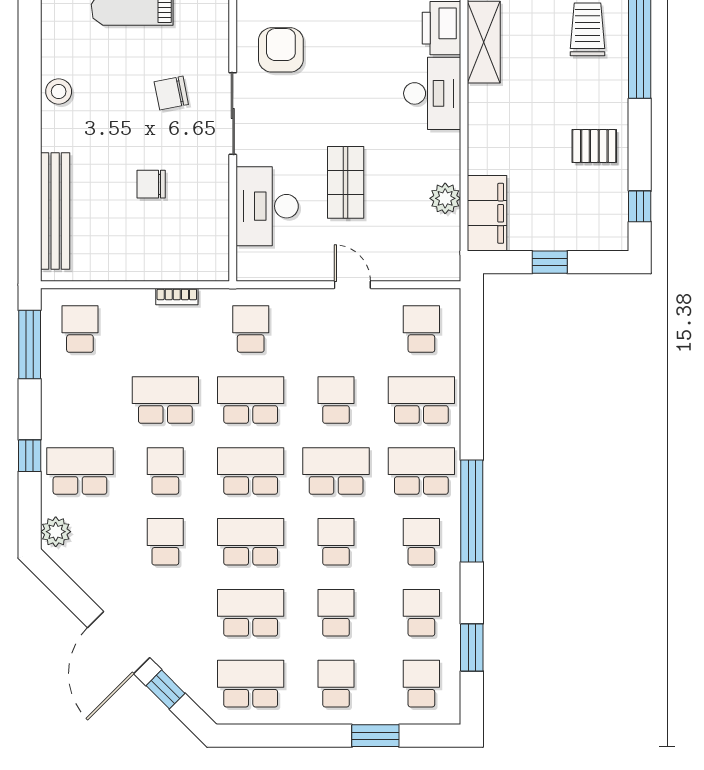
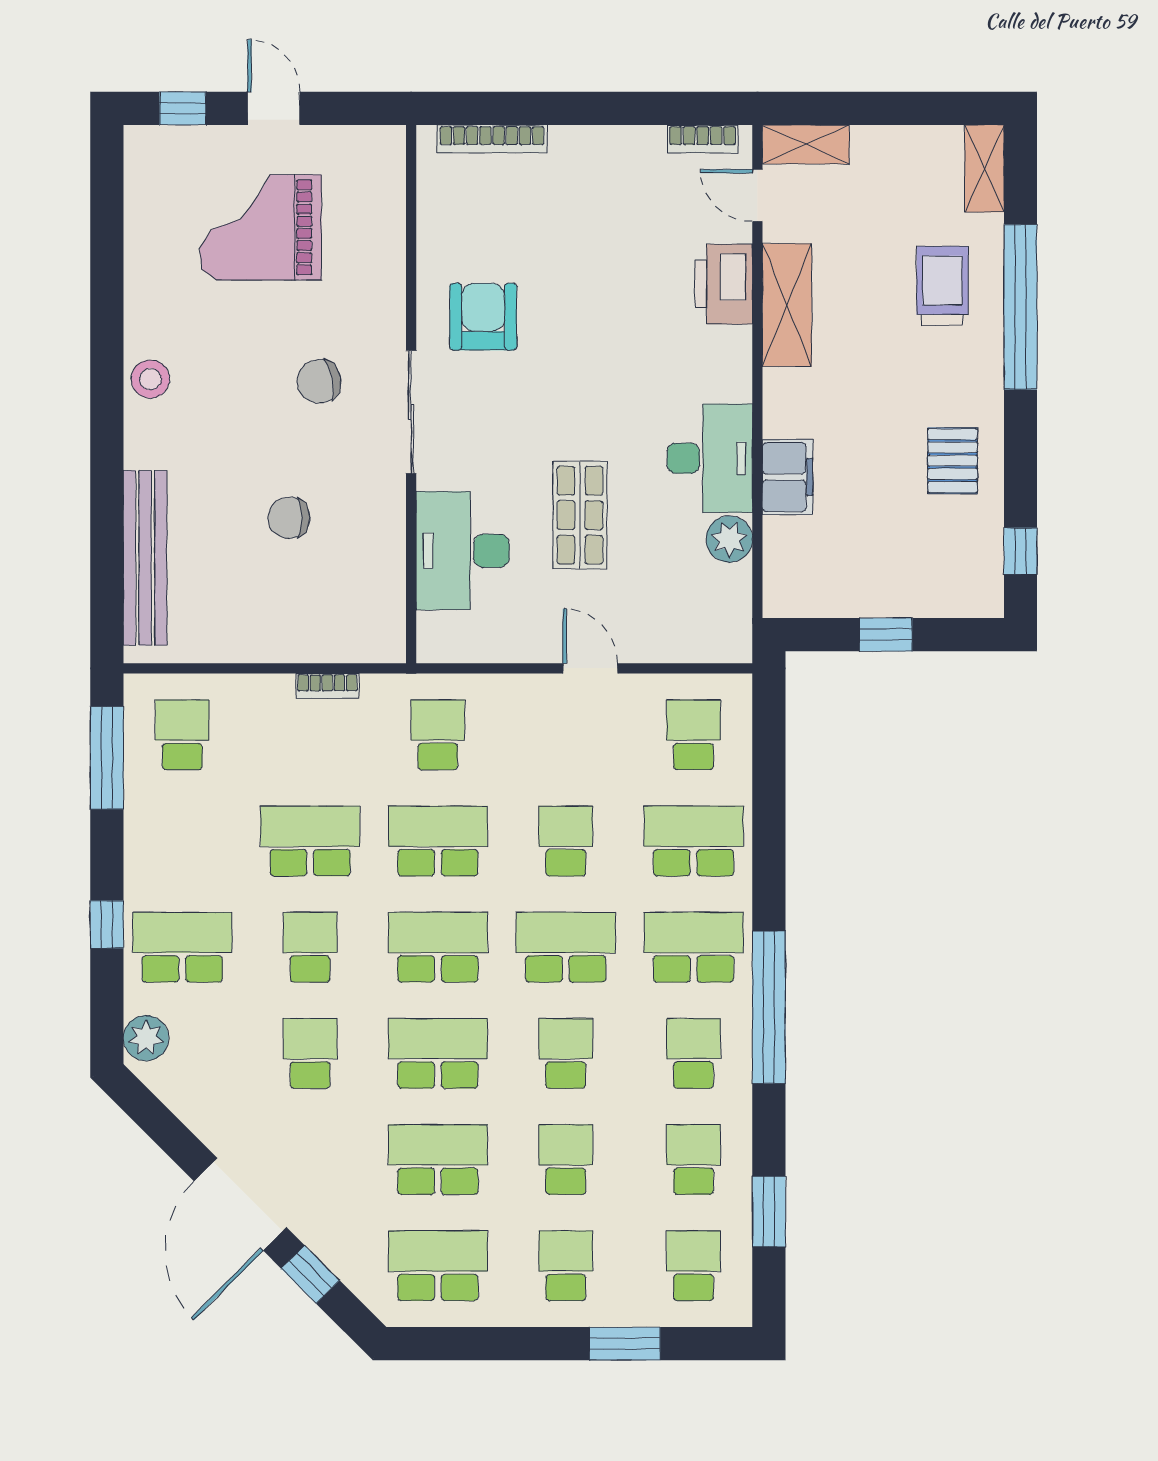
desk: (432, 93) -> (710, 458), moved
pallet: (594, 146) -> (953, 461), turned 90
filing cabinet: (487, 213) -> (788, 477), moved, width x0.67, depth x0.86

